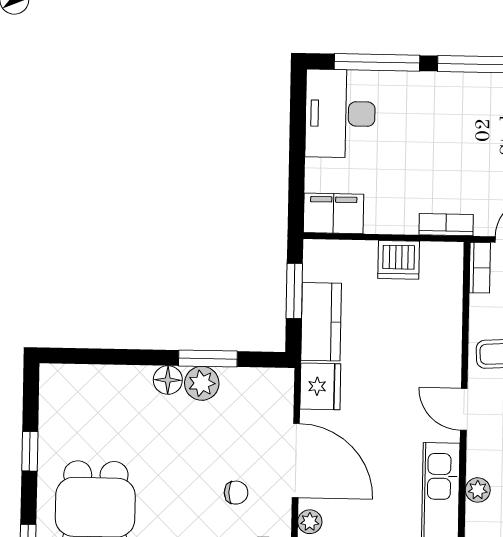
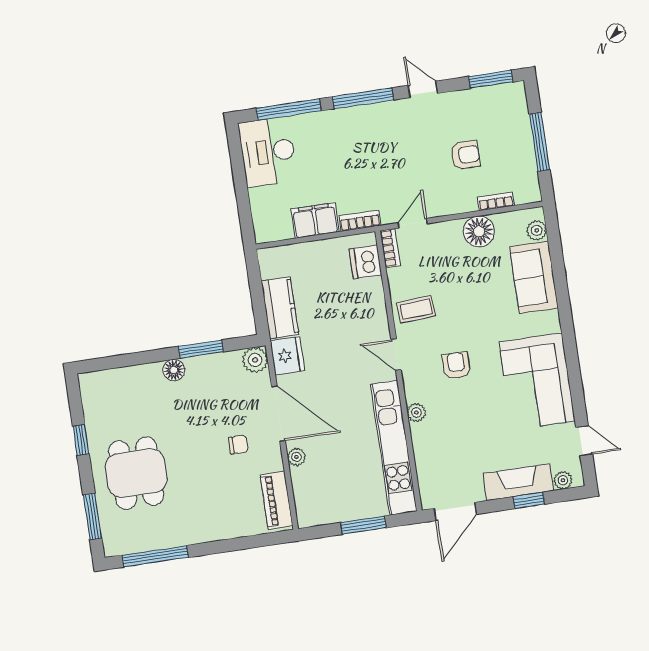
filing cabinet: (333, 213) -> (315, 220), moved
dishwasher: (399, 260) -> (365, 262), moved, turned 90
window: (294, 291) -> (256, 288), removed
plant: (202, 383) -> (255, 360), moved

